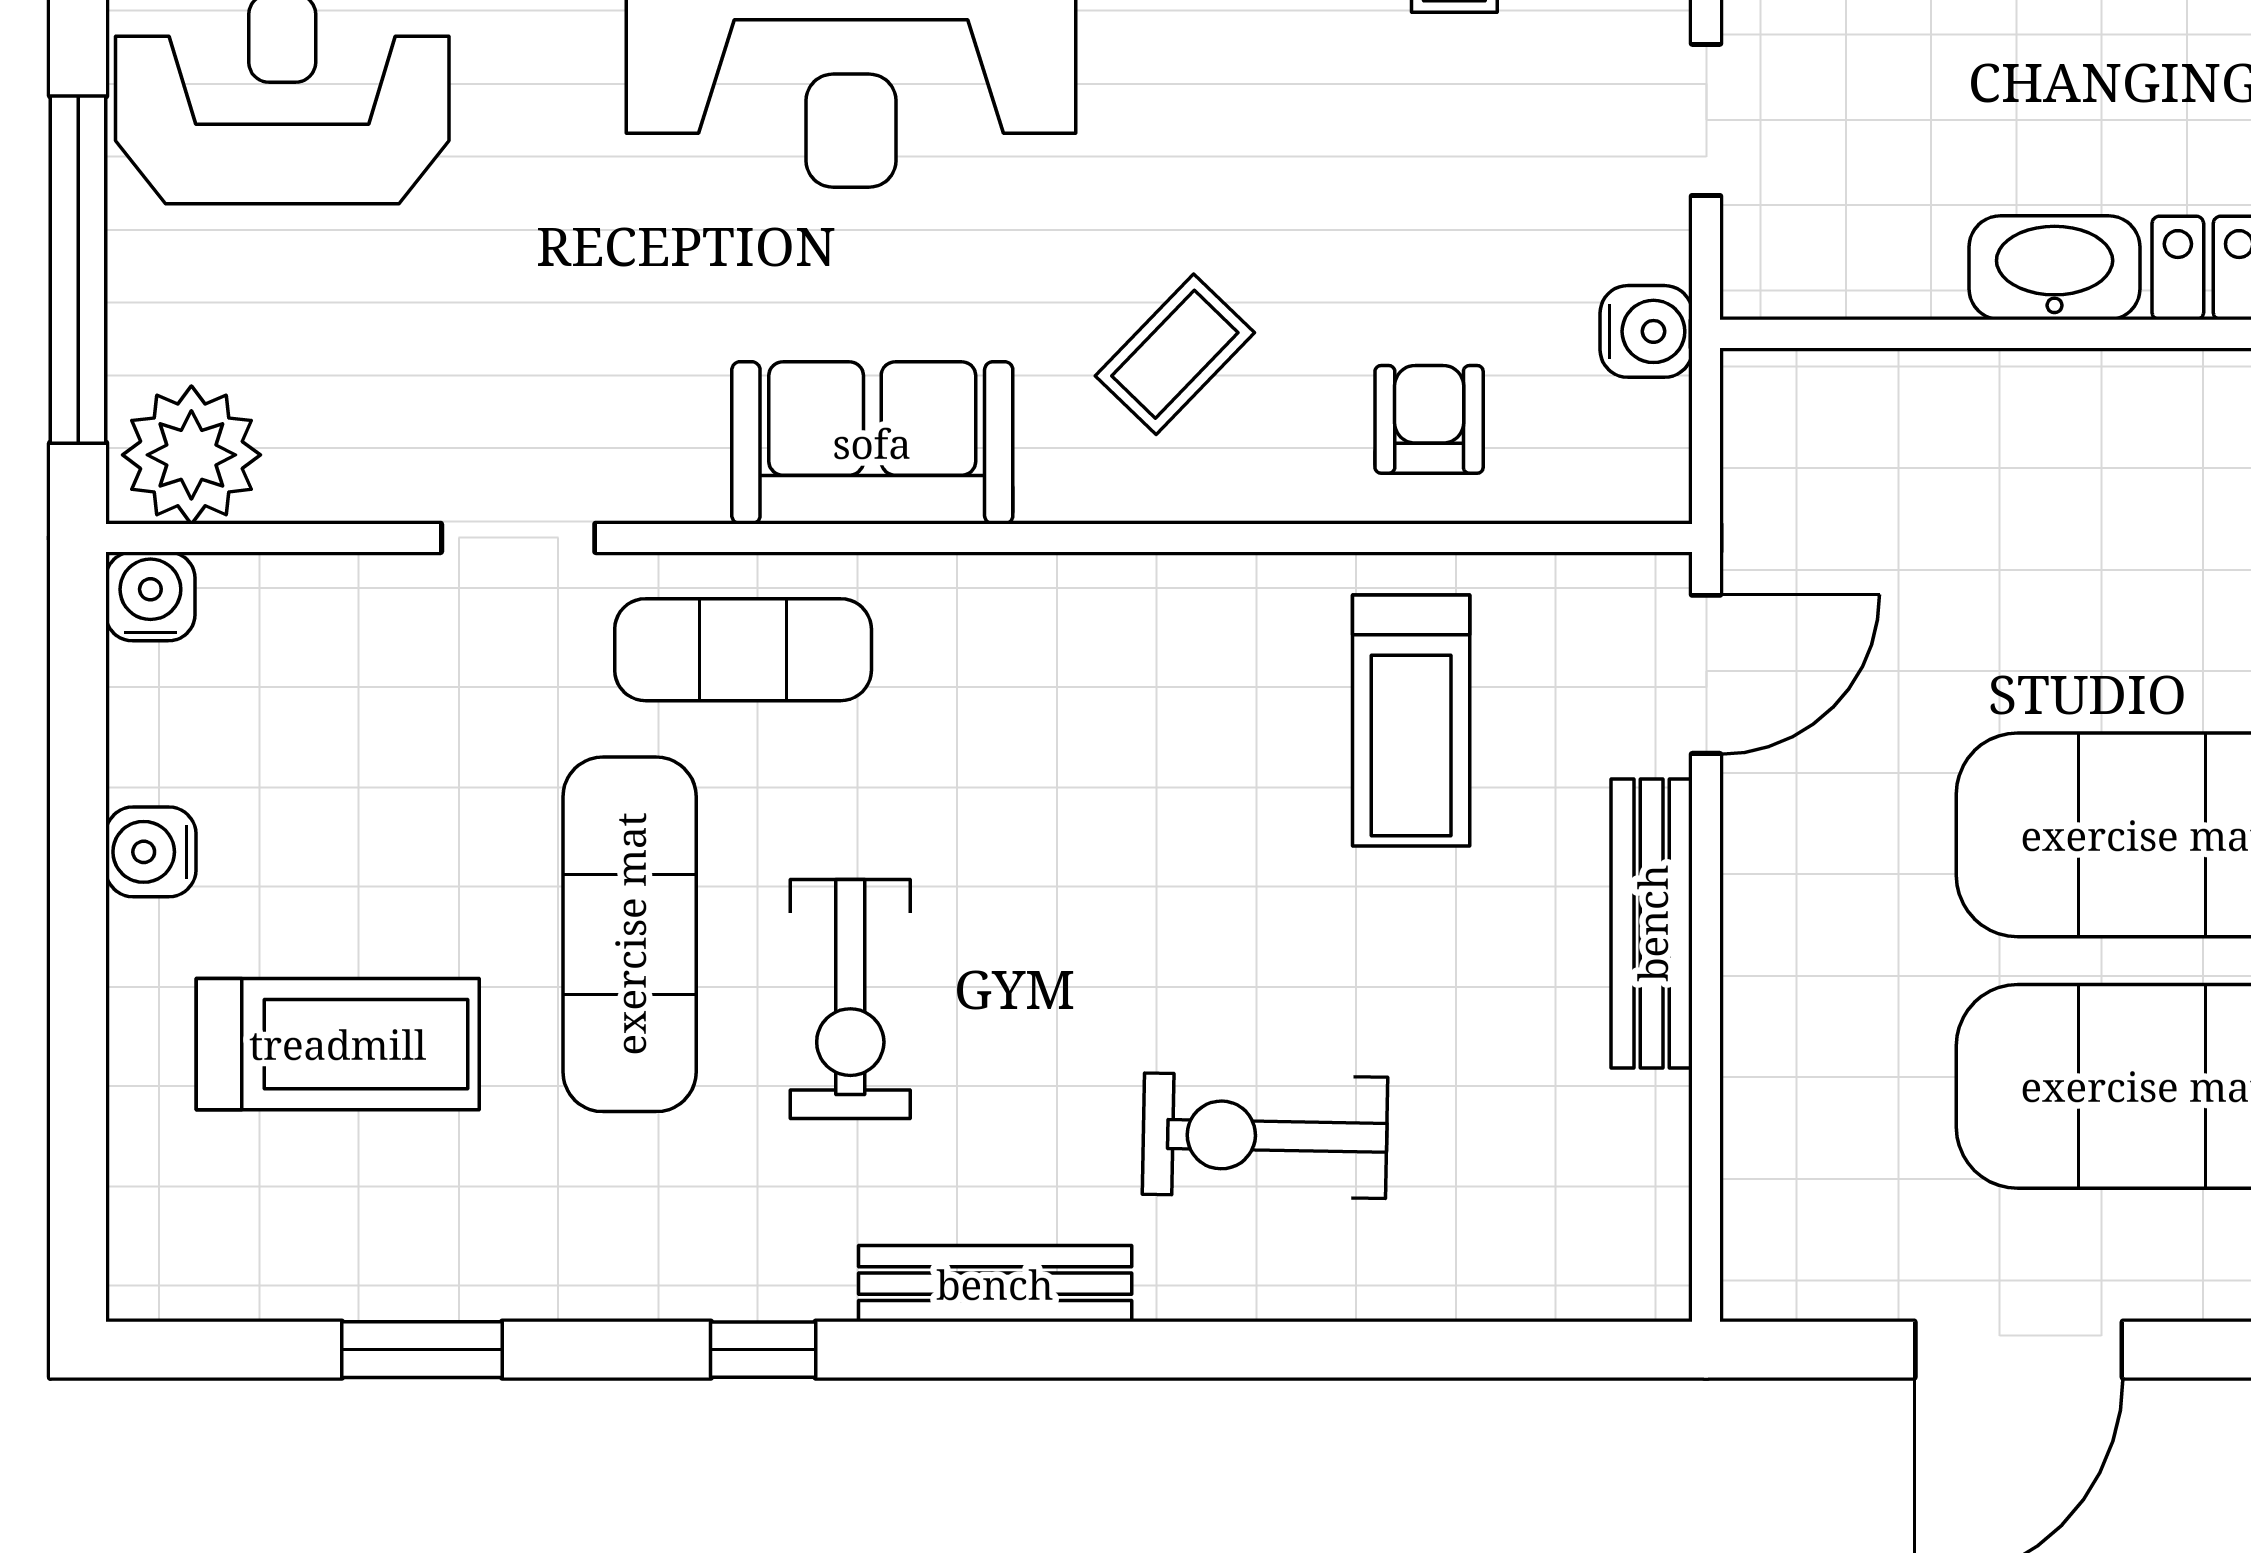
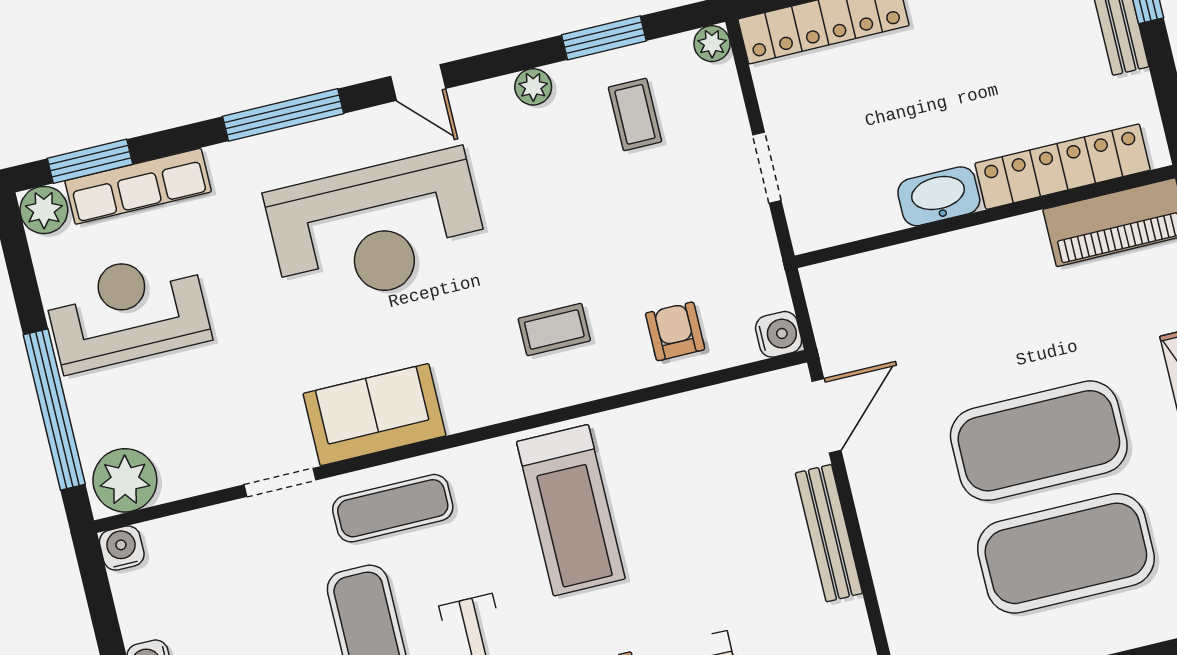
water cooler: (1646, 331) -> (779, 334), moved
coffee table: (1175, 354) -> (554, 330), turned 46
sofa: (872, 443) -> (374, 415), moved
treadmill: (1411, 720) -> (571, 510), moved, width x1.37, depth x1.38

